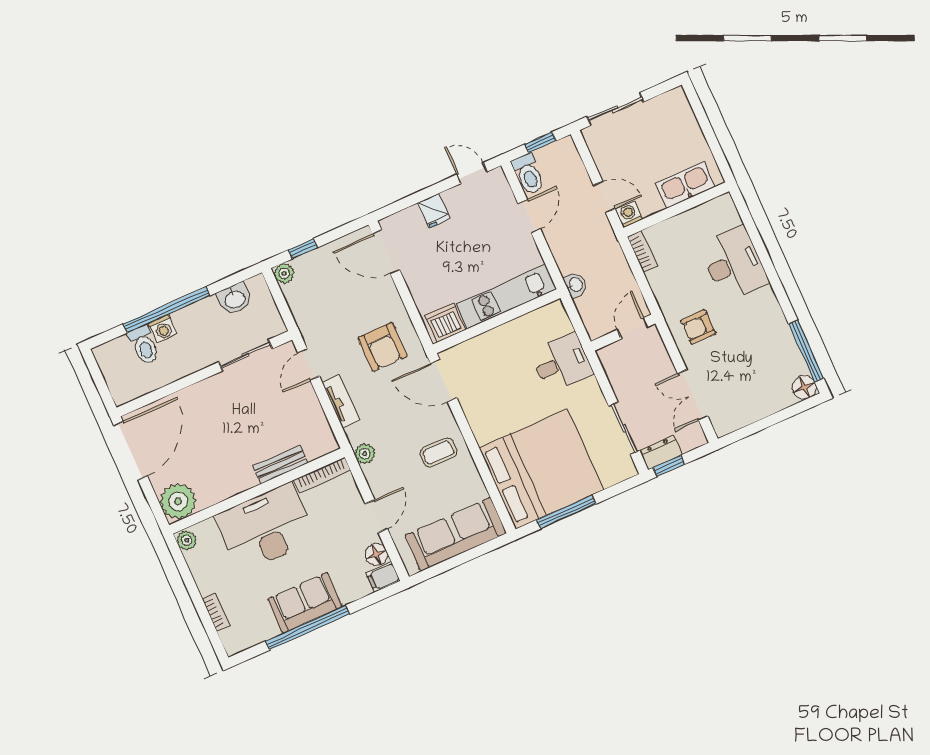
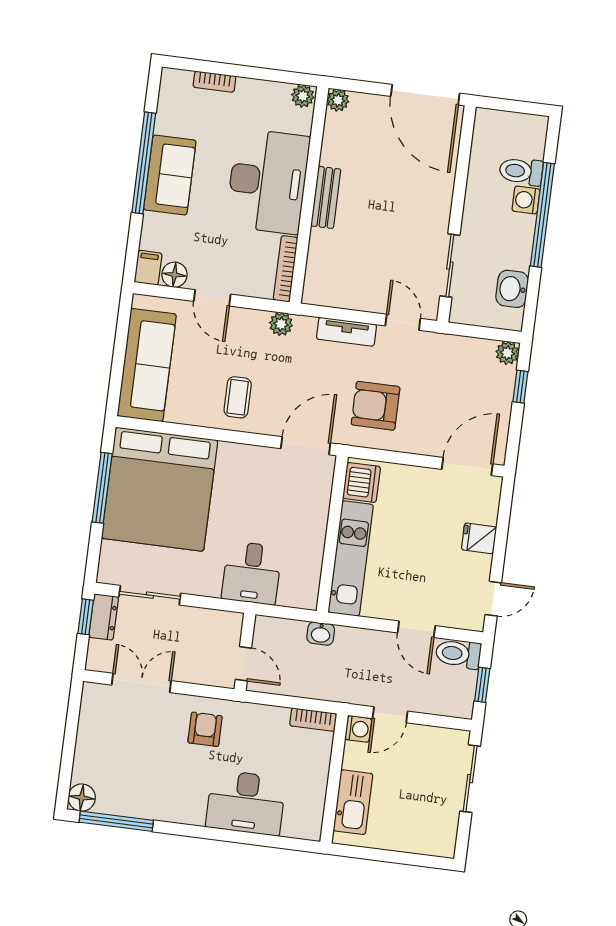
bench: (280, 465) -> (326, 197), moved
plant: (178, 501) -> (338, 100), width x0.53, depth x0.53

